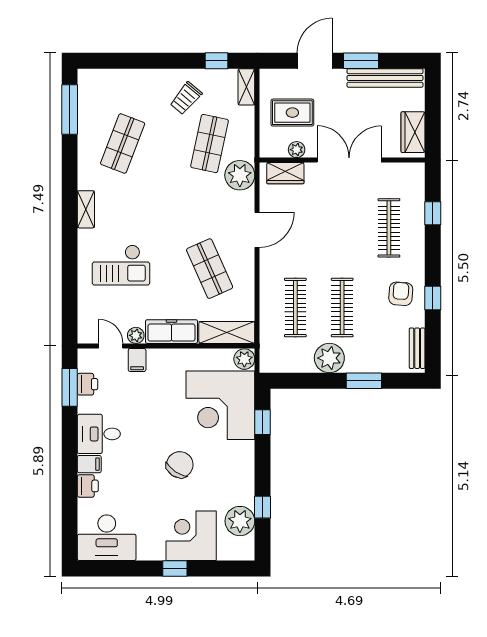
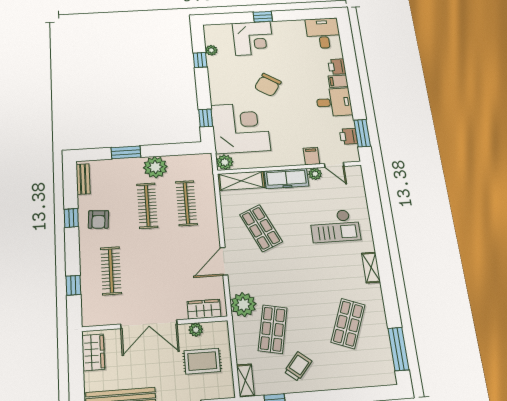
checkout: (121, 265) -> (335, 226), turned 180
plant: (240, 521) -> (211, 50), width x0.53, depth x0.53
desk: (107, 538) -> (323, 33), width x0.73

